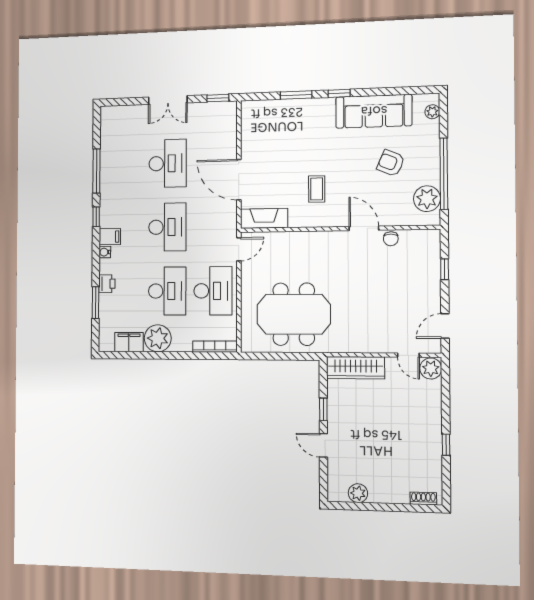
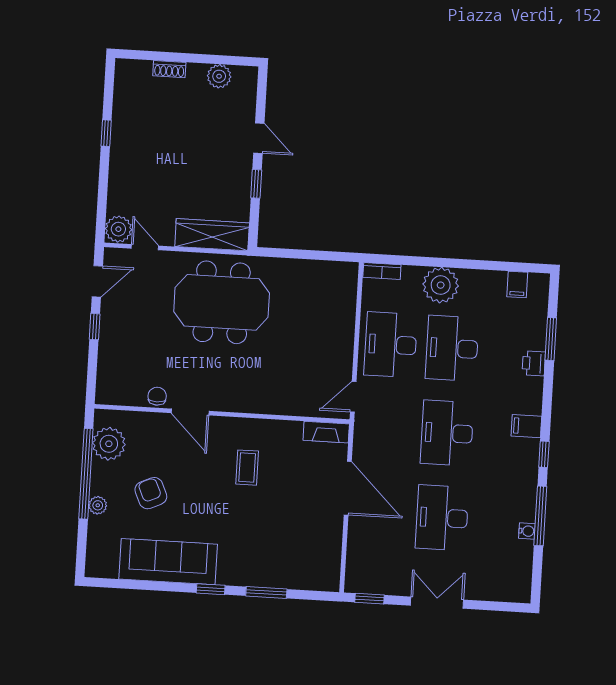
plant: (432, 112) -> (98, 505), moved
armchair: (391, 163) -> (151, 493), turned -137
fireplace: (264, 218) -> (326, 432), width x0.73, depth x0.76
water cooler: (105, 252) -> (527, 531), moved
window: (445, 269) -> (95, 327), moved
meeting table: (294, 314) -> (222, 302), moved
plant: (158, 338) -> (441, 285), moved
filing cabinet: (129, 342) -> (517, 285), width x0.50
bookcase: (215, 347) -> (382, 271), width x0.64
shoe rack: (423, 498) -> (169, 69), moved

